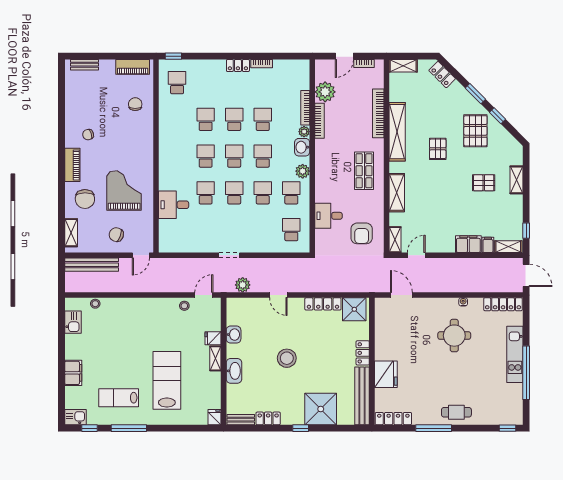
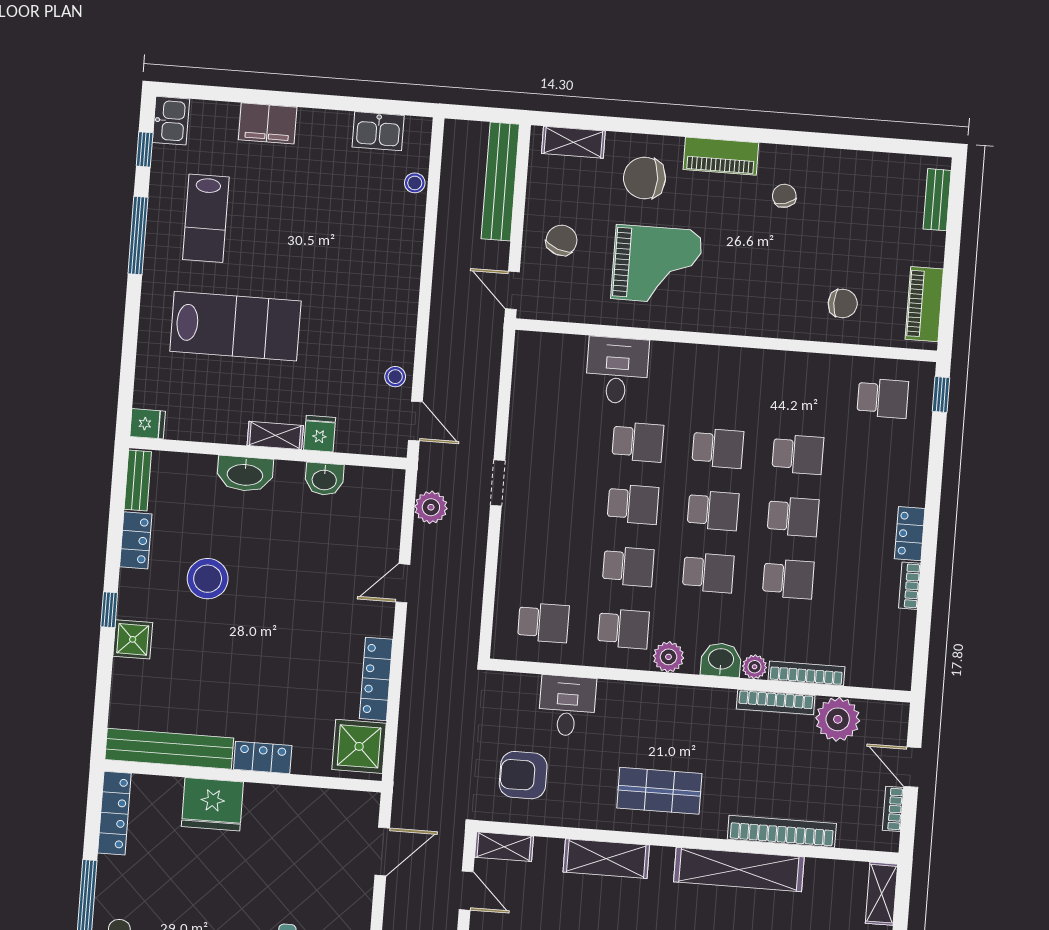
stool: (287, 358) -> (208, 579), moved
lab bench: (119, 398) -> (206, 218), turned 180
shower: (321, 409) -> (133, 639), width x0.54, depth x0.54

